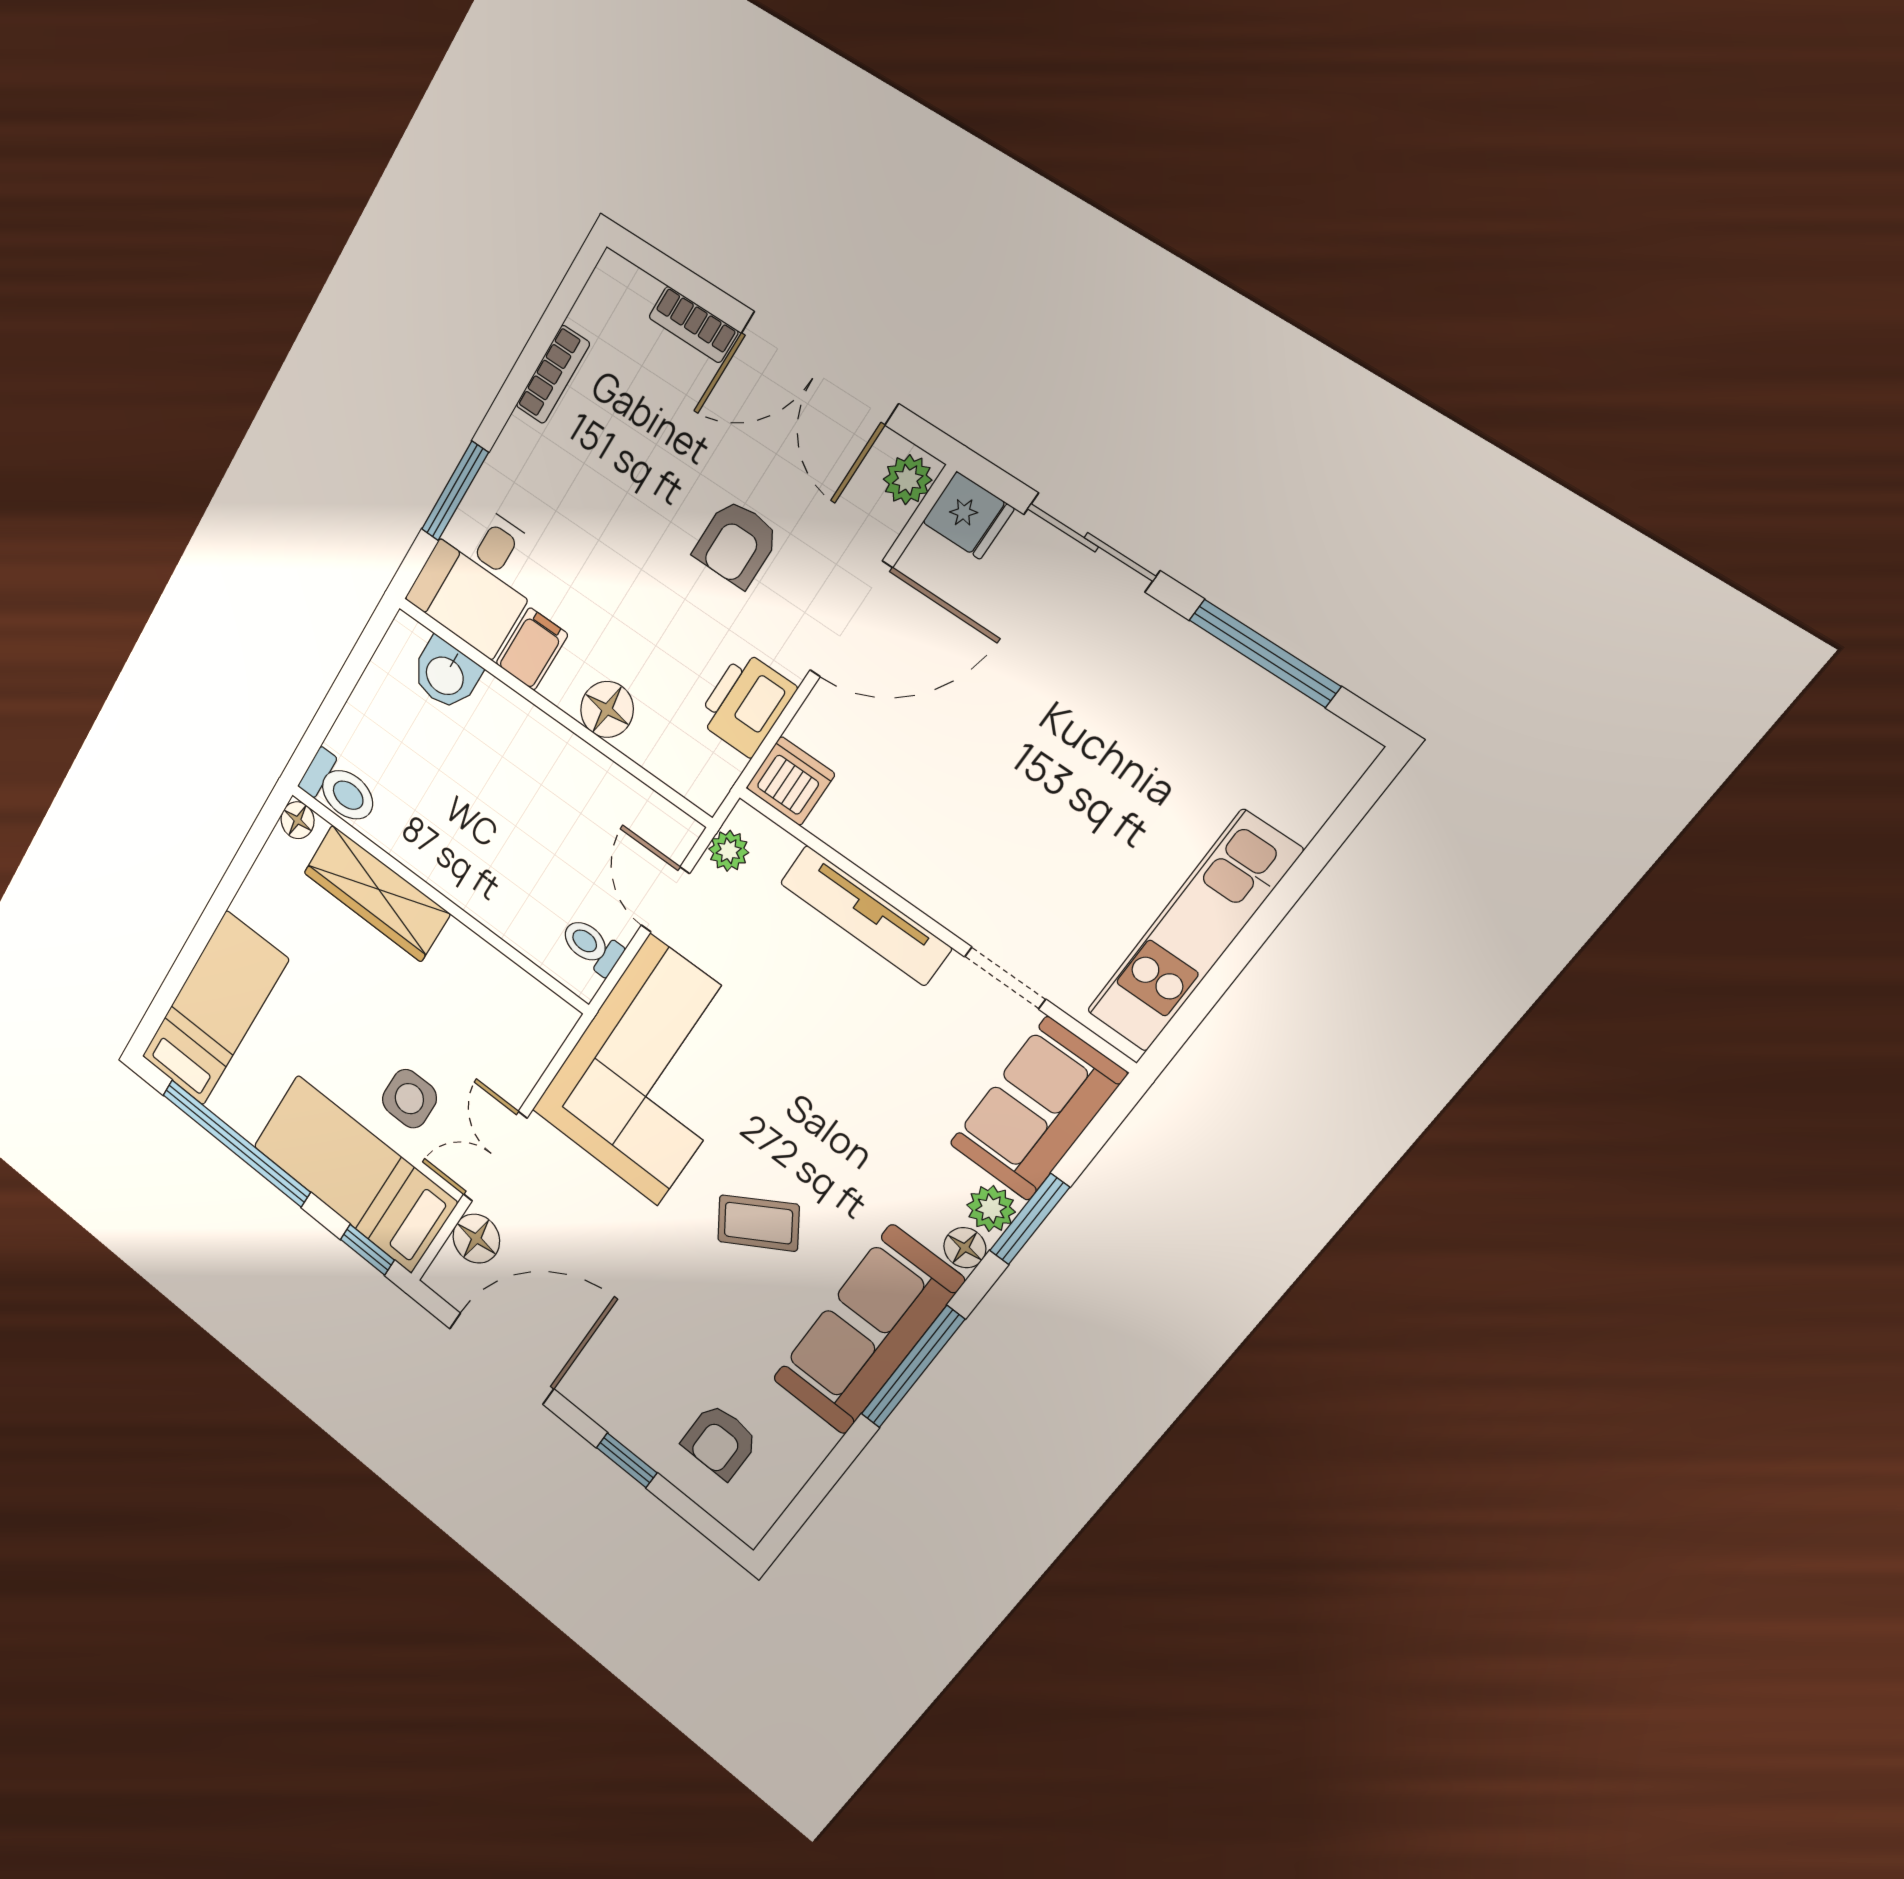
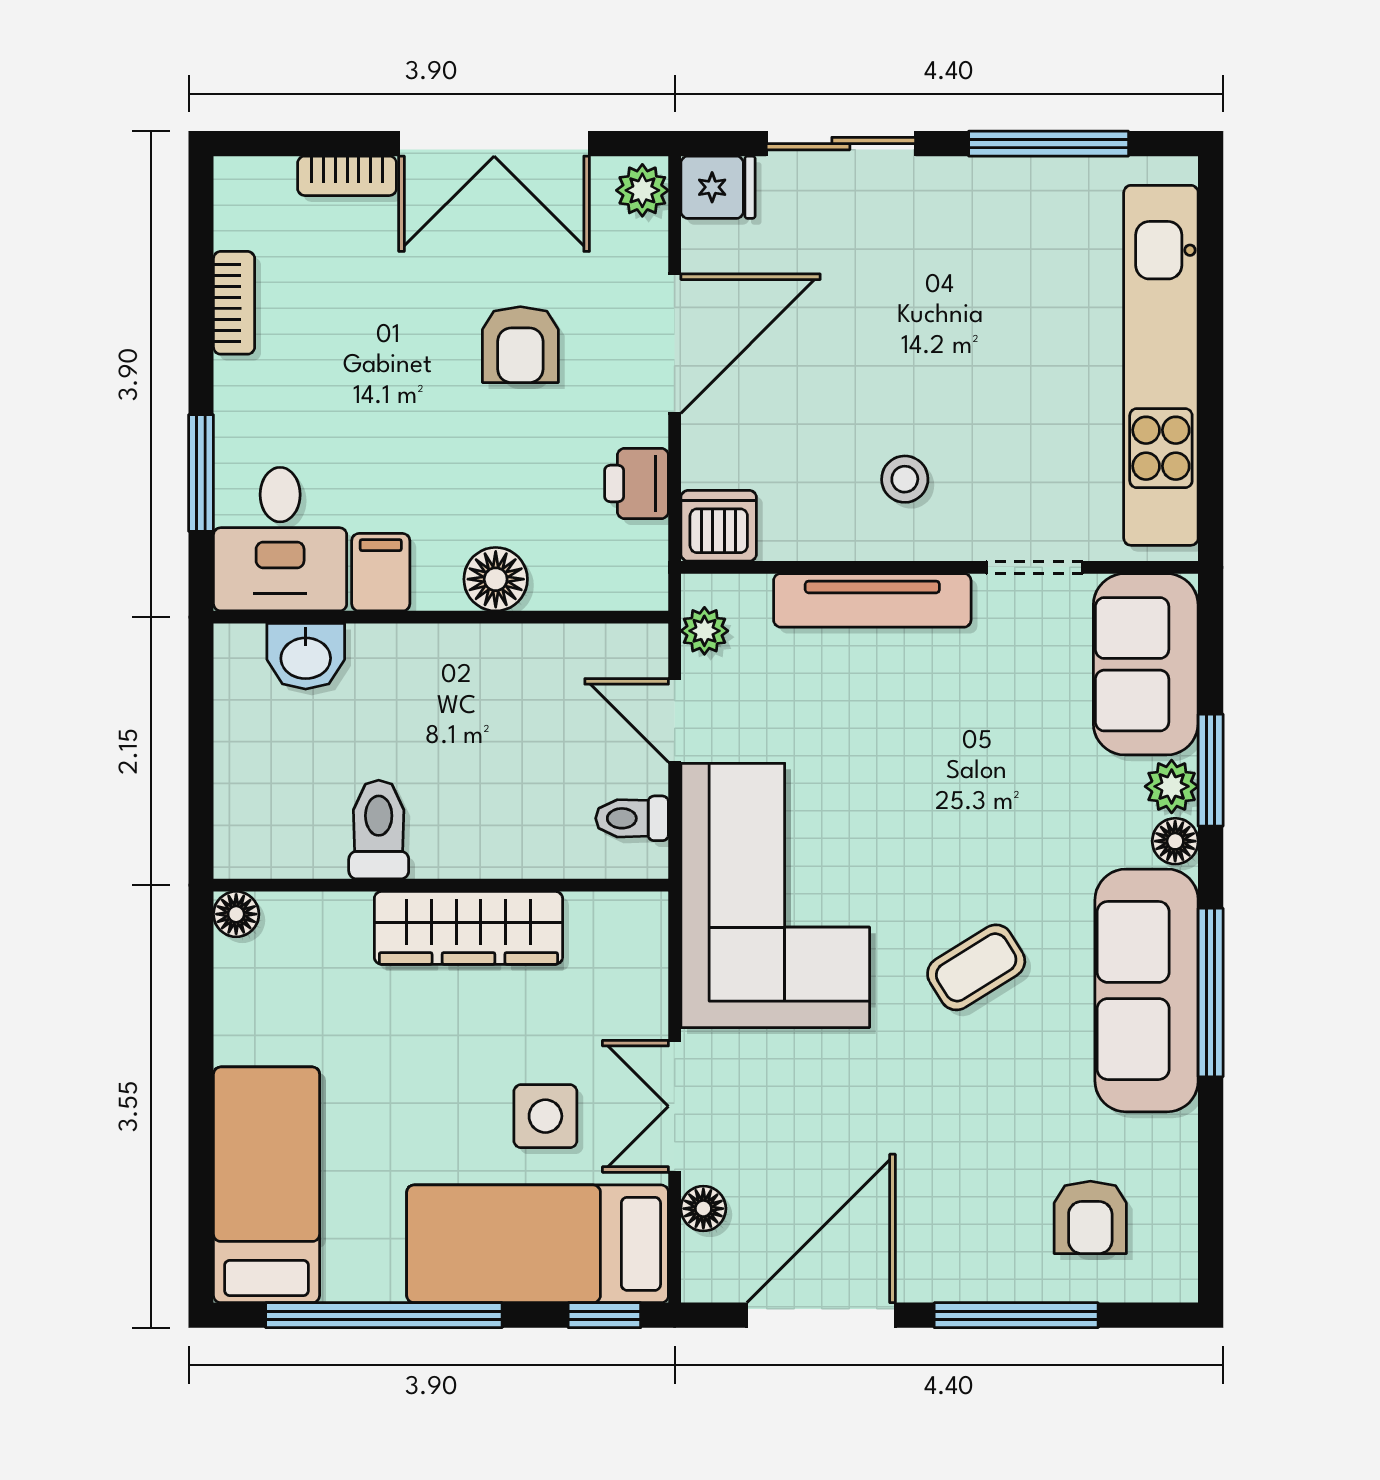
printer: (746, 704) -> (636, 484), width x0.73, depth x0.81
toilet: (340, 789) -> (379, 830), moved, turned -90
stool: (953, 843) -> (905, 479), added
wardrobe: (377, 893) -> (468, 928), moved
kitchen unit: (1193, 932) -> (1161, 365), width x1.36
floor lamp: (476, 1239) -> (703, 1209), width x0.73, depth x0.73
window: (627, 1460) -> (1016, 1315), width x2.17

